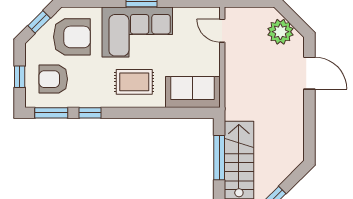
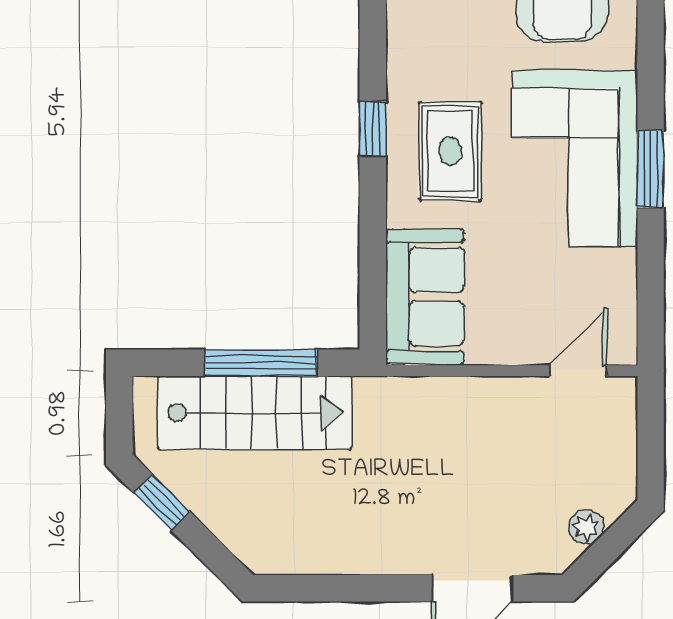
plant: (280, 32) -> (586, 527), width x0.53, depth x0.53
window: (90, 113) -> (373, 129), moved

